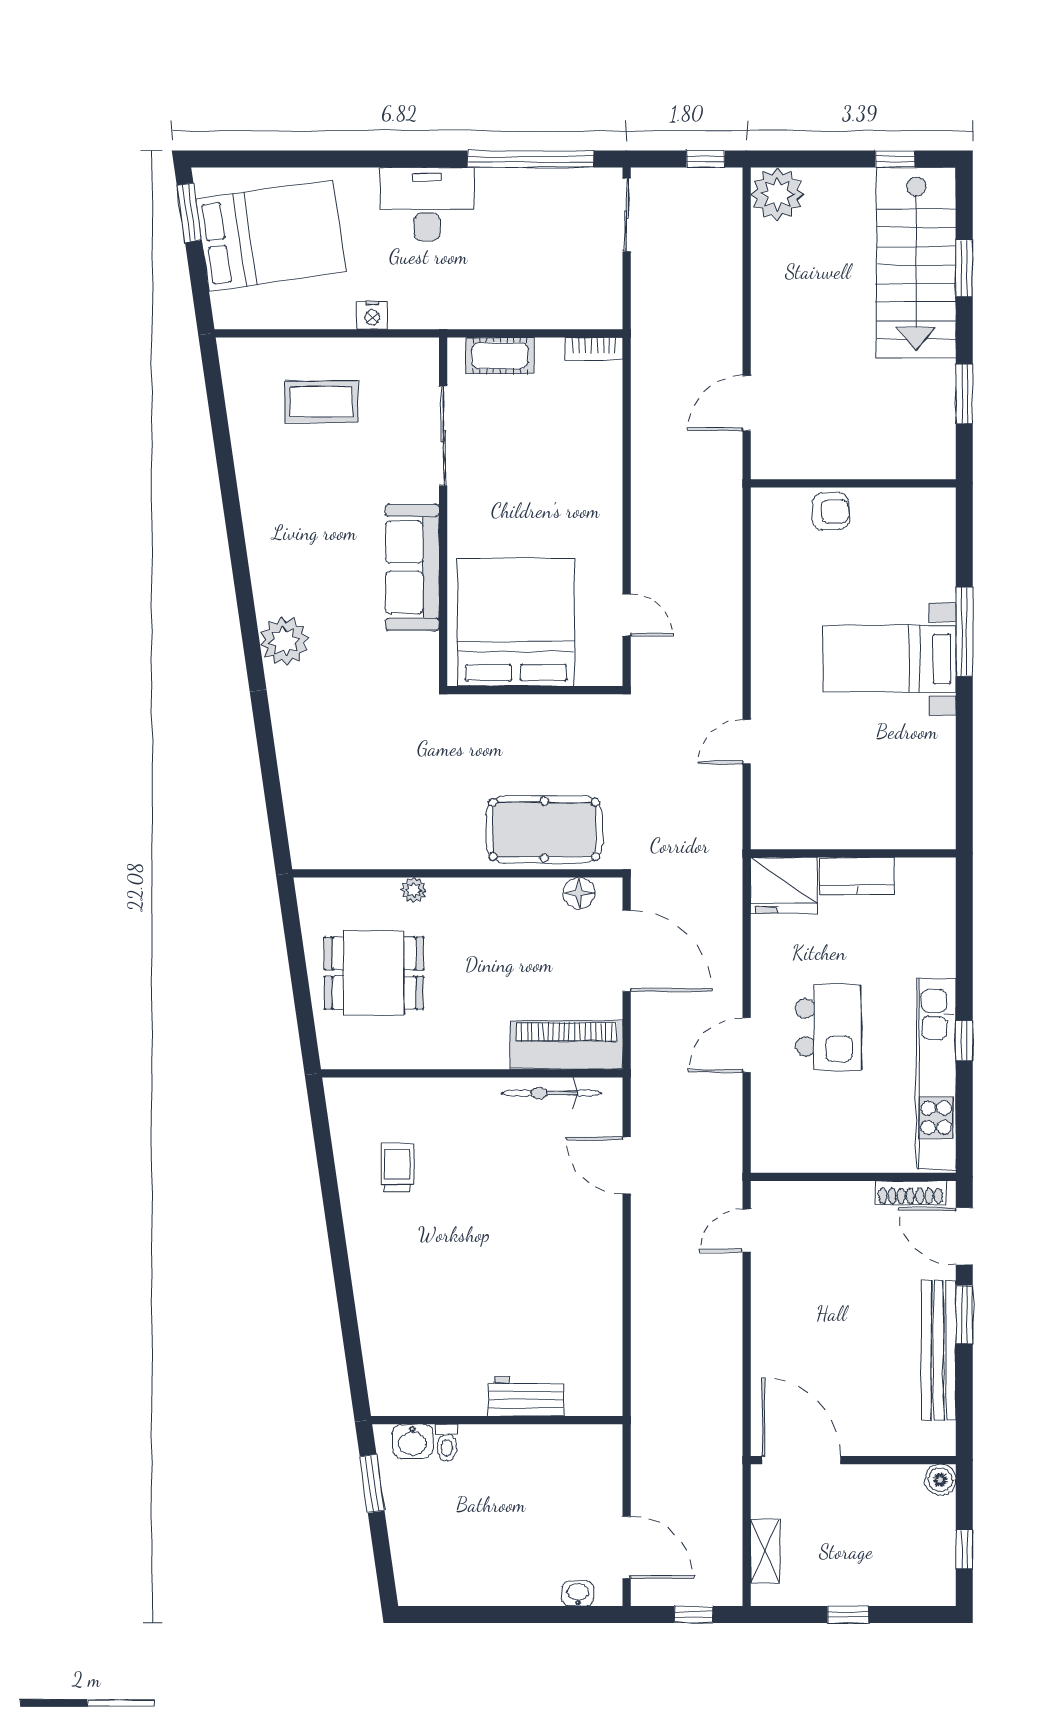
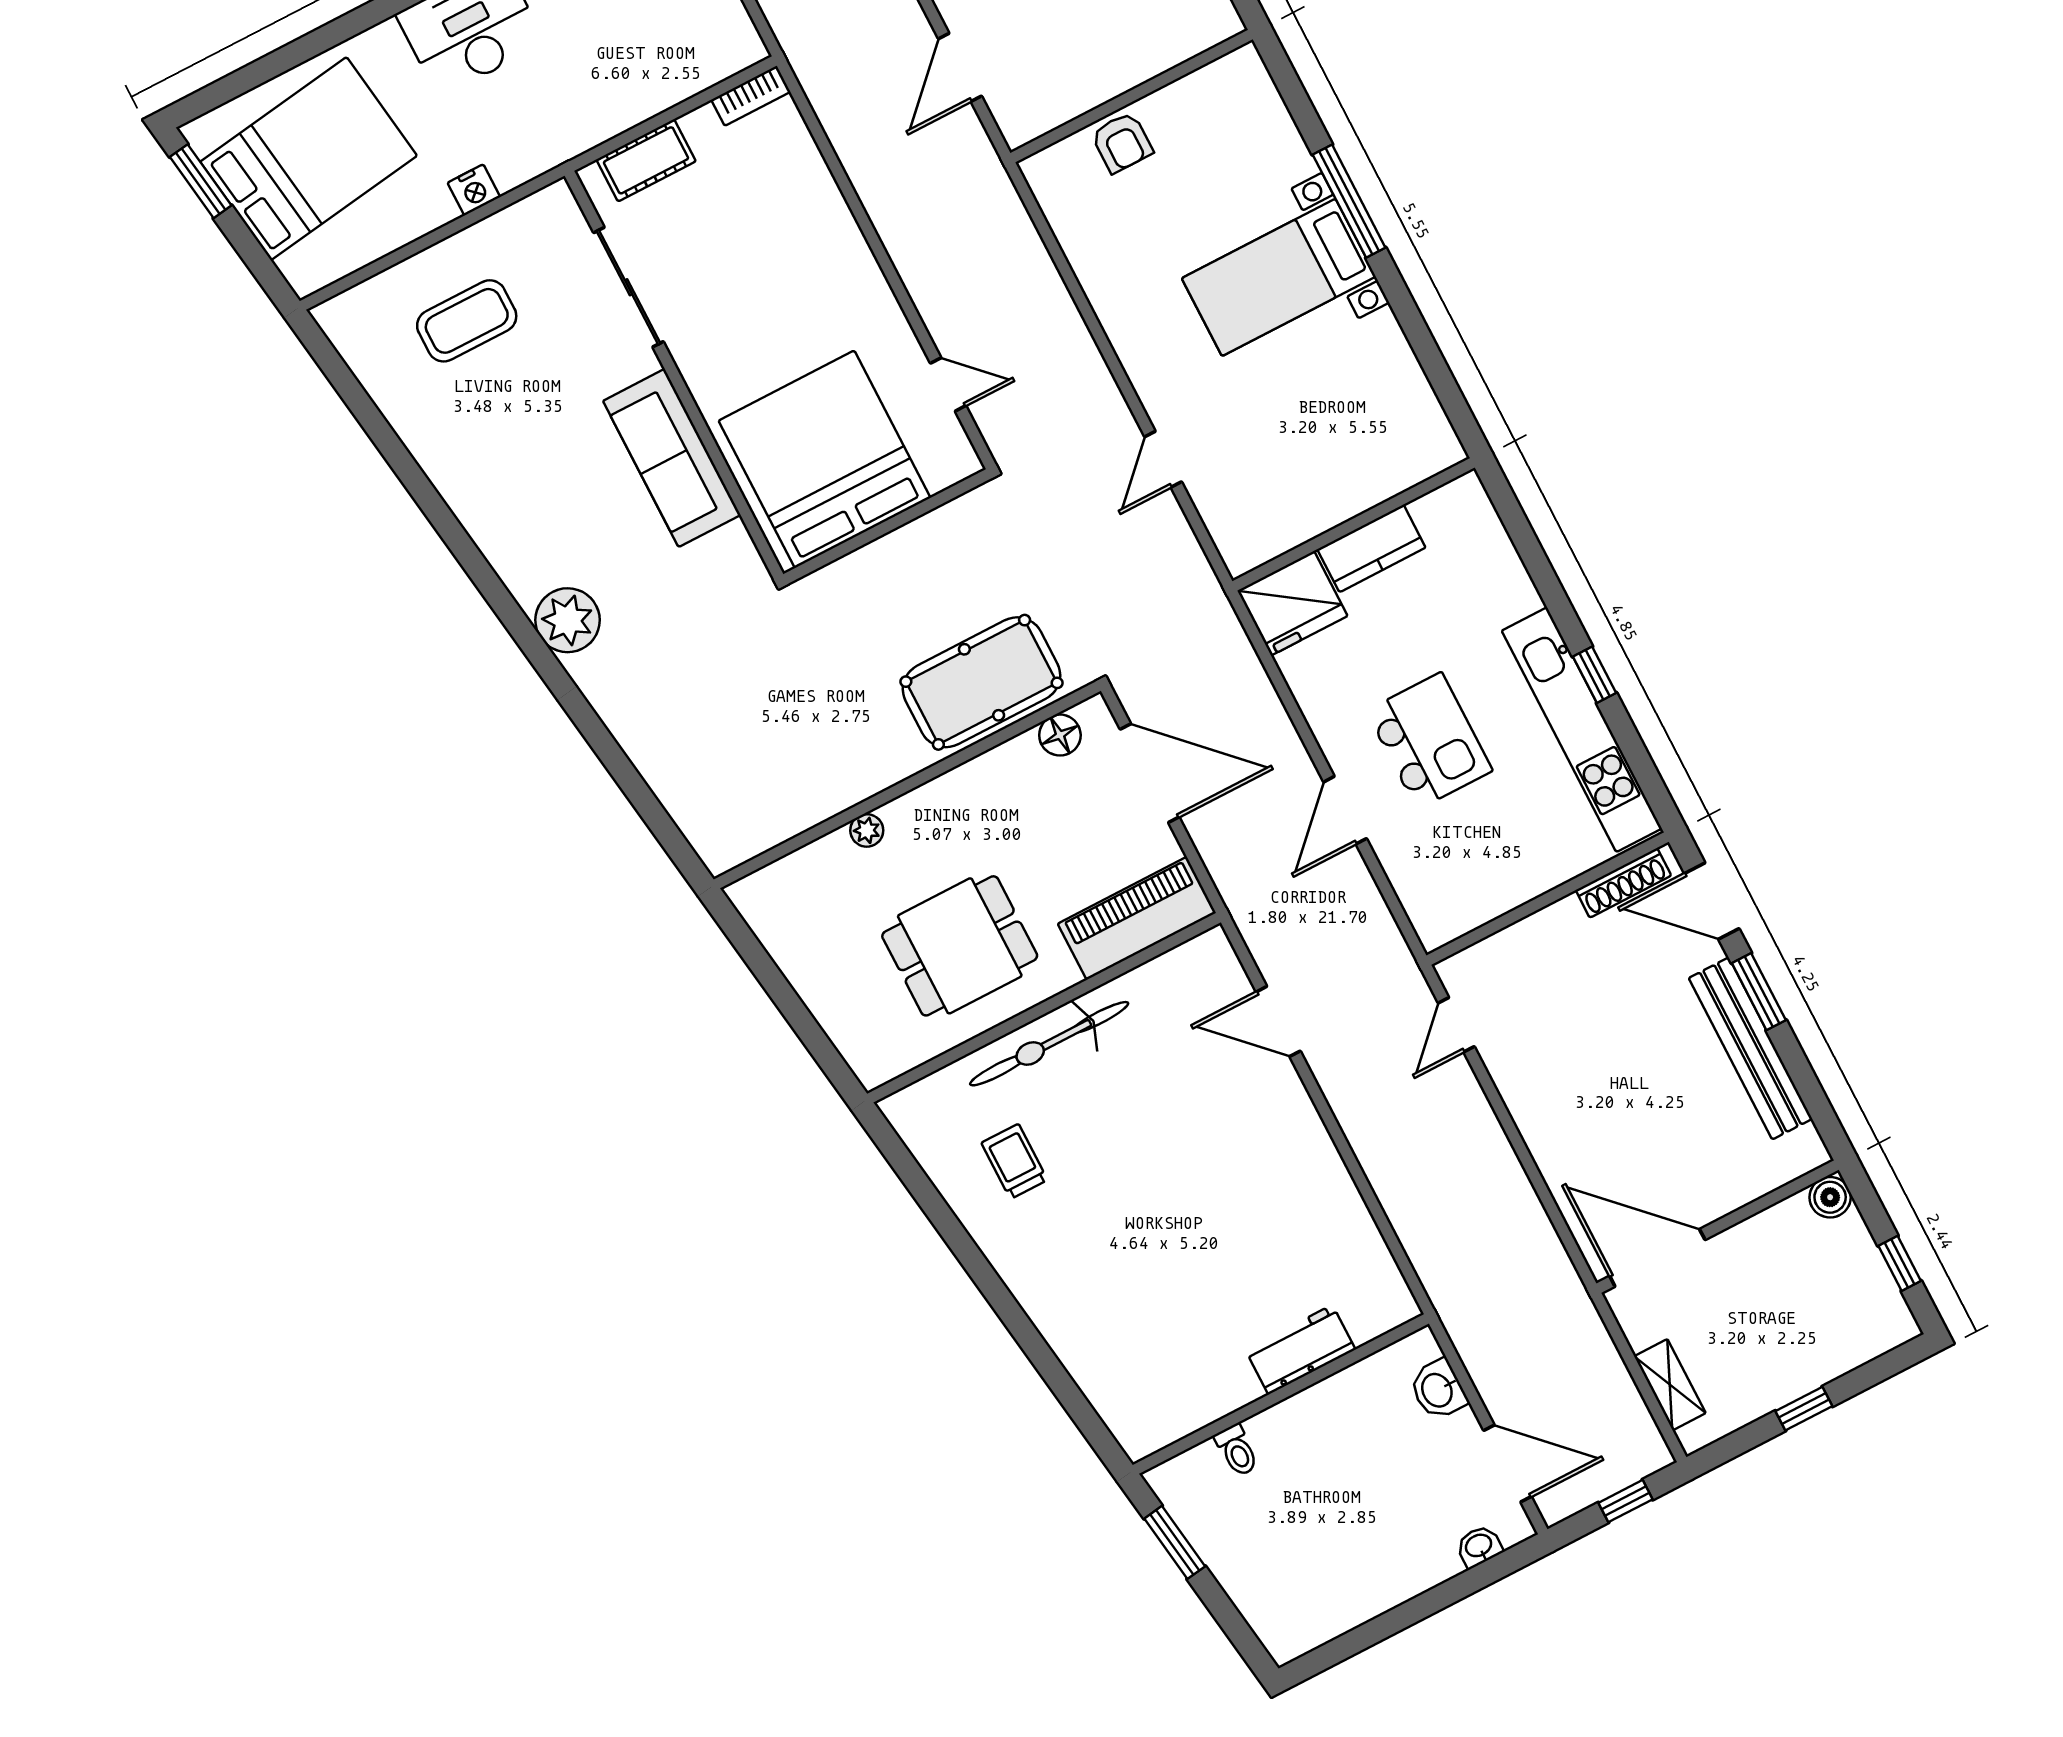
armchair: (830, 511) -> (1122, 142), turned 90
dining table: (374, 973) -> (960, 946), moved
bicycle: (551, 1093) -> (1049, 1044), moved, width x1.37, depth x1.40
washbasin: (412, 1441) -> (1438, 1390), moved, turned 90

